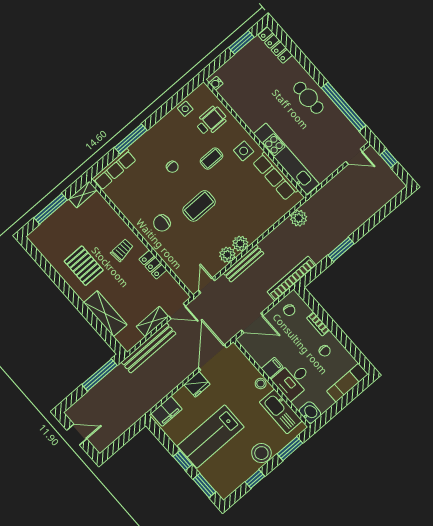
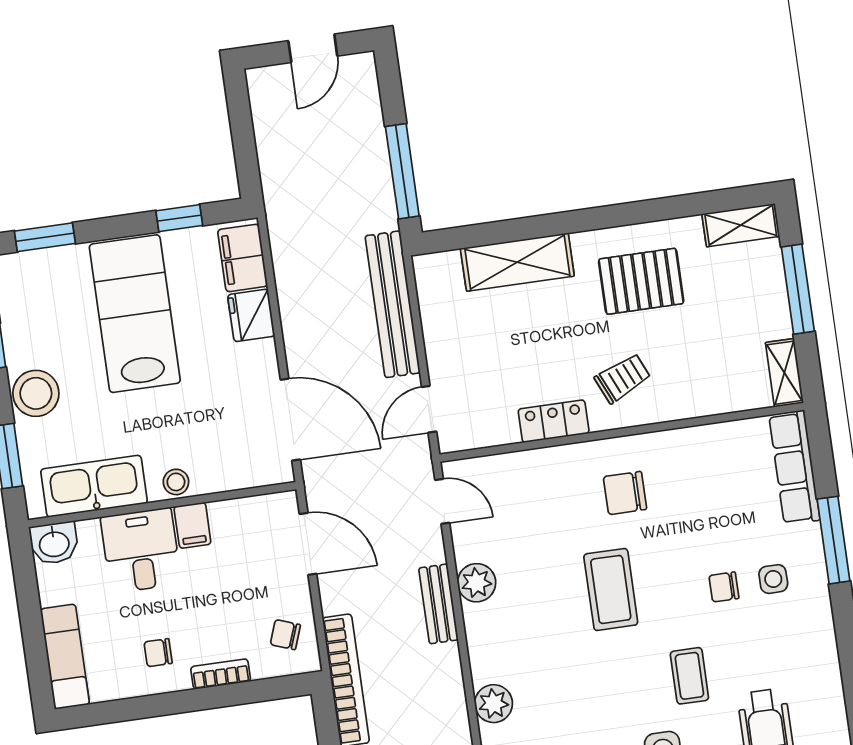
side table: (185, 109) -> (773, 579), moved
chair: (162, 223) -> (625, 493), turned -90
plant: (240, 244) -> (494, 704), moved
trolley: (122, 250) -> (623, 378), turned -108
bench: (243, 263) -> (439, 604), width x0.73
shelving: (152, 322) -> (741, 225), moved, turned 90
door: (252, 323) -> (308, 544), swing flipped
fridge: (197, 384) -> (251, 315), moved
window: (183, 461) -> (179, 218), moved

